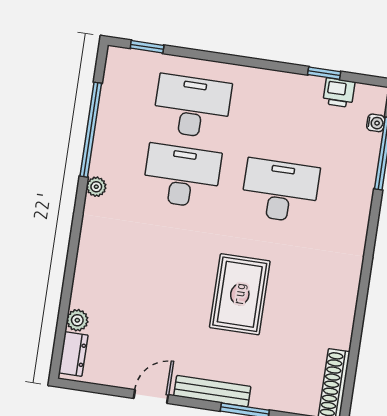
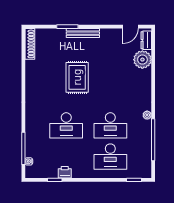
printer: (339, 93) -> (65, 172), moved
plant: (77, 320) -> (142, 60), width x1.88, depth x1.88
door: (151, 397) -> (130, 27), moved

